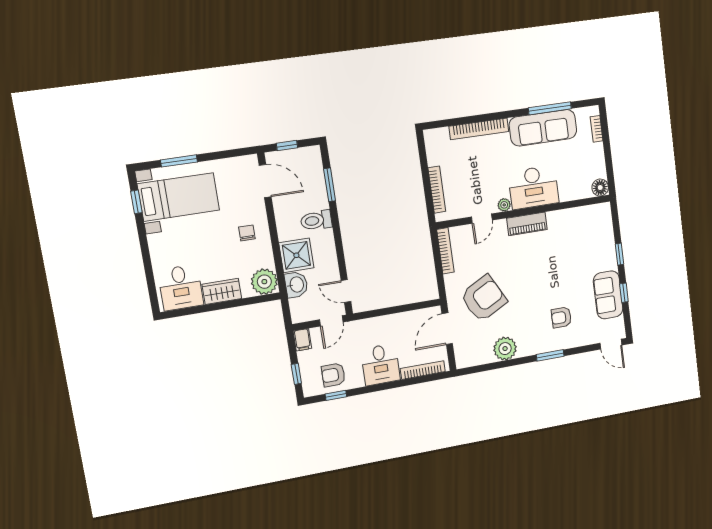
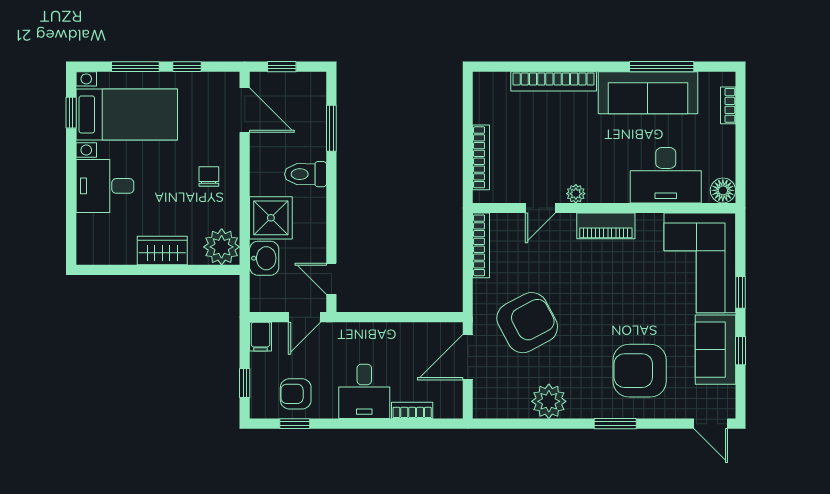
window: (217, 155) -> (187, 67), added
desk: (533, 187) -> (666, 175), moved
corner sofa: (591, 239) -> (700, 263), added
desk: (181, 288) -> (105, 186), moved, turned 90
armchair: (561, 317) -> (640, 371), width x1.88, depth x1.88
bookcase: (423, 370) -> (412, 410), width x0.64

